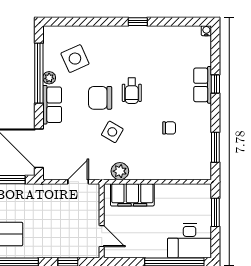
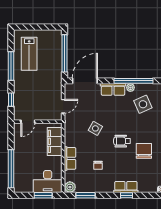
chair: (100, 98) -> (144, 151), moved
plant: (120, 171) -> (70, 187), moved
row of seats: (159, 171) -> (70, 158), added
door: (78, 182) -> (63, 106), hinge flipped
desk: (190, 241) -> (48, 182), moved, turned -90

